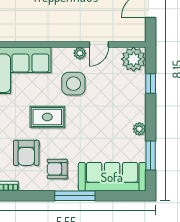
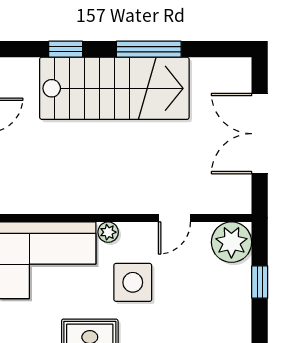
plant: (80, 53) -> (108, 232), moved

